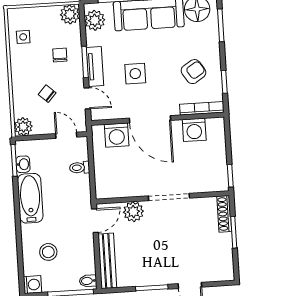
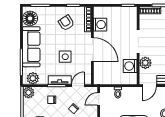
door: (150, 119) -> (92, 50), hinge flipped
washing machine: (117, 135) -> (130, 66), moved, turned 180
door: (95, 221) -> (149, 86), swing flipped

